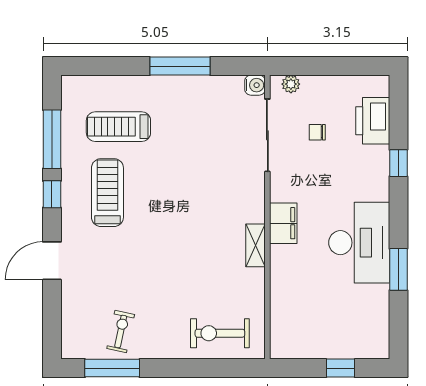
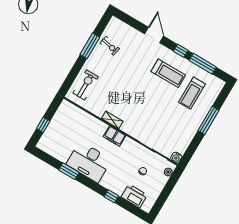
window: (180, 66) -> (208, 120), moved
treadmill: (118, 127) -> (192, 93), turned 180
window: (112, 368) -> (90, 46), moved

